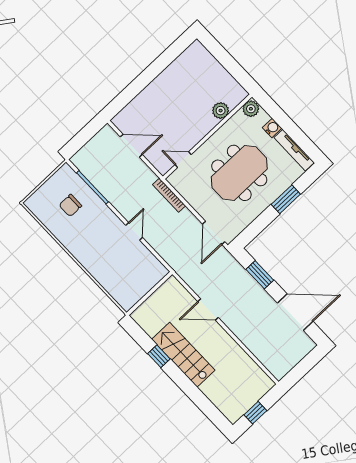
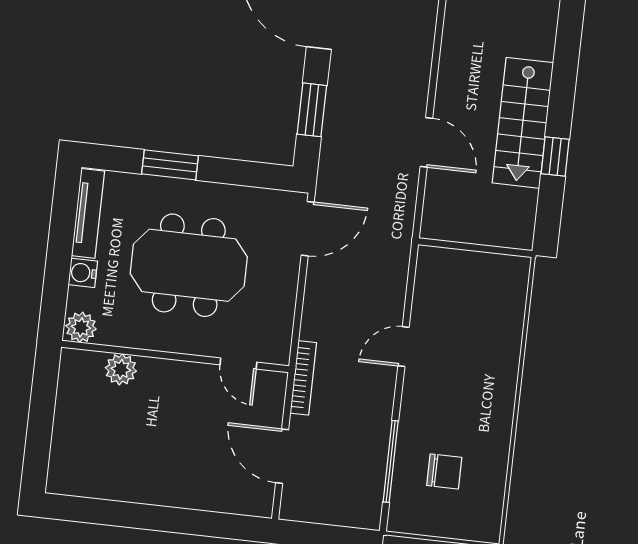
bookcase: (169, 195) -> (303, 378), moved

